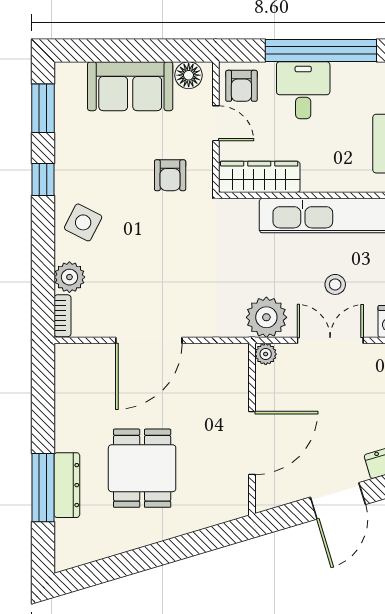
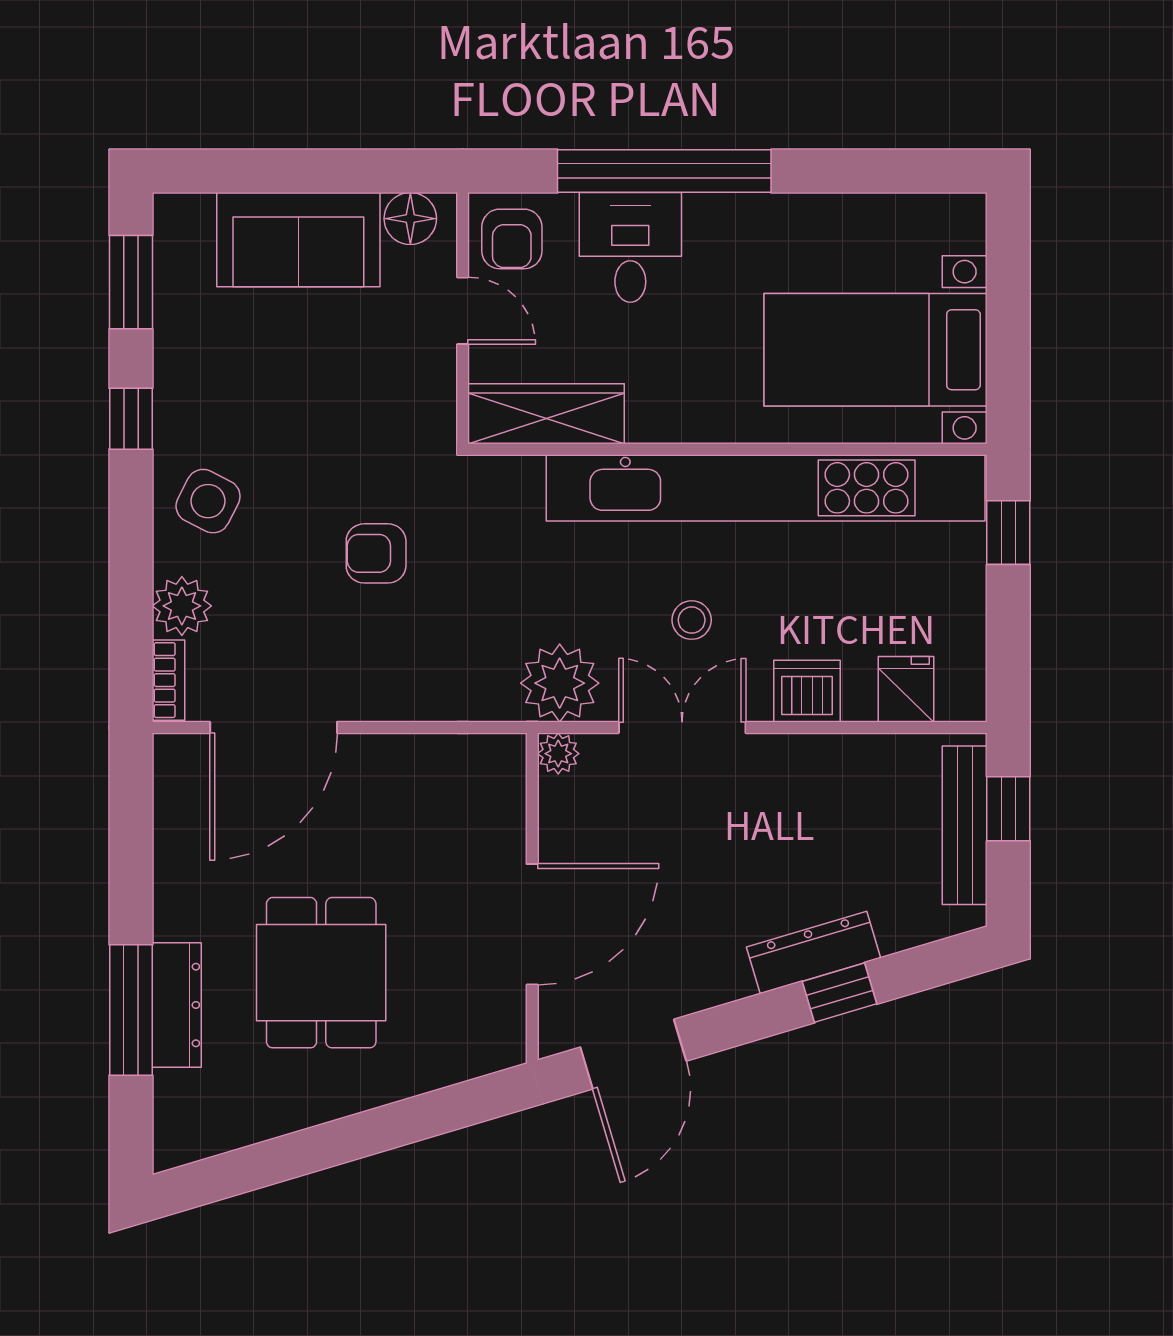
armchair: (170, 175) -> (376, 553), moved, turned 90
door: (149, 340) -> (274, 727), moved
door: (338, 501) -> (633, 1054), moved

